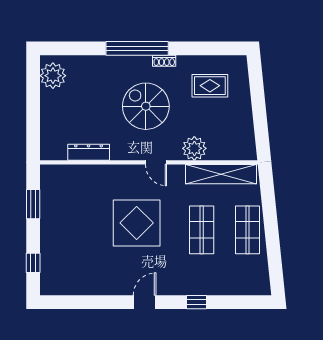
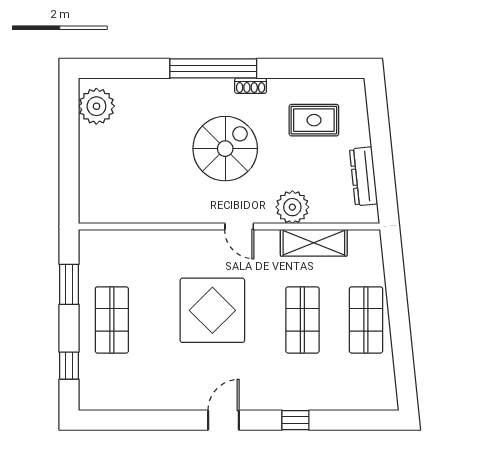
spiral stairs: (146, 106) -> (225, 149), turned 90
dresser: (89, 152) -> (364, 176), moved, turned -96
shelving: (221, 174) -> (314, 243), width x0.68
shop shelf: (64, 230) -> (112, 320), added

